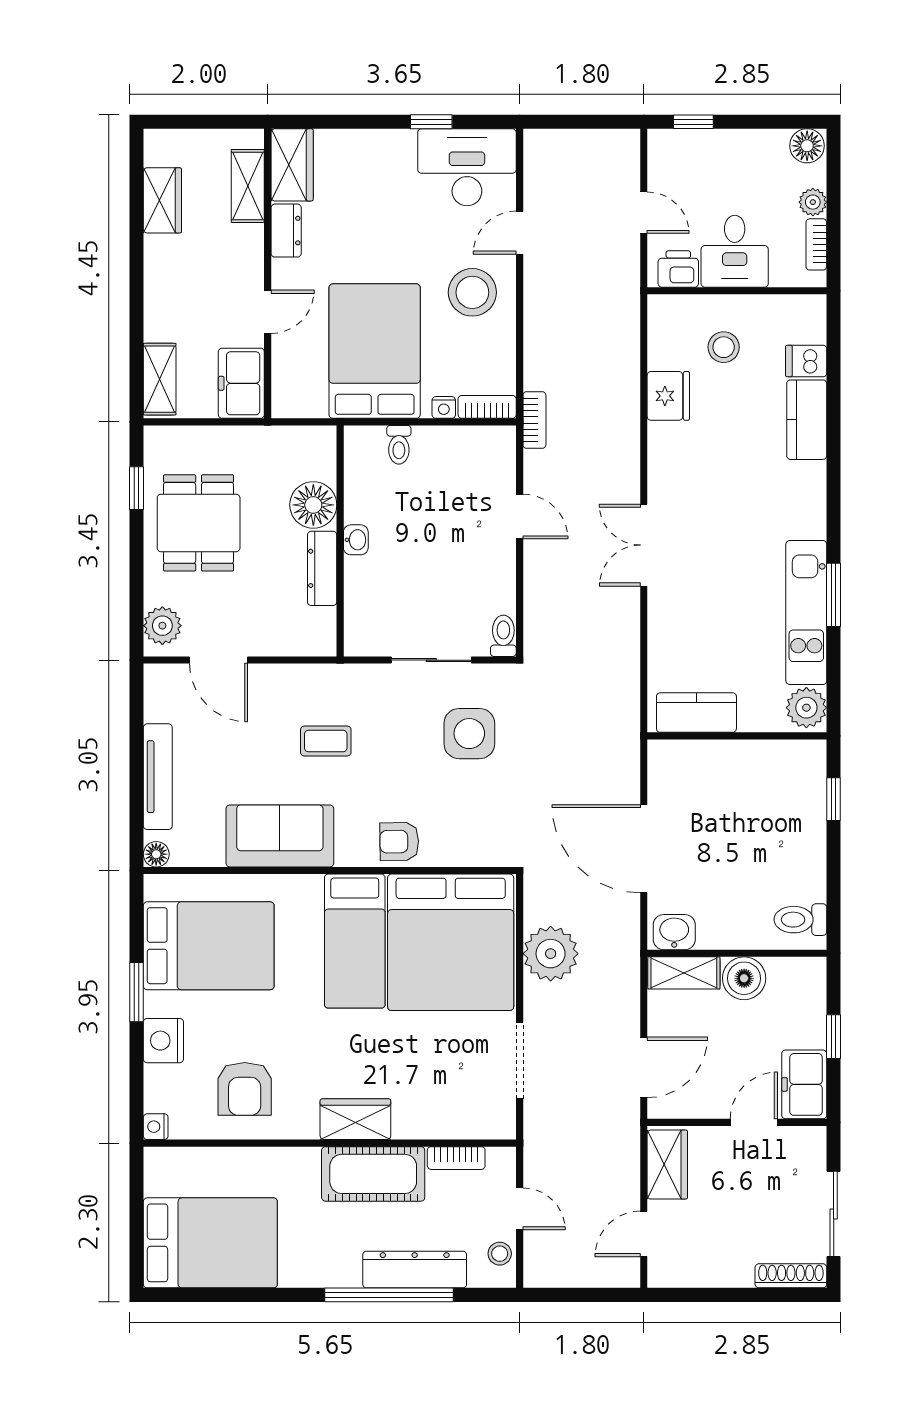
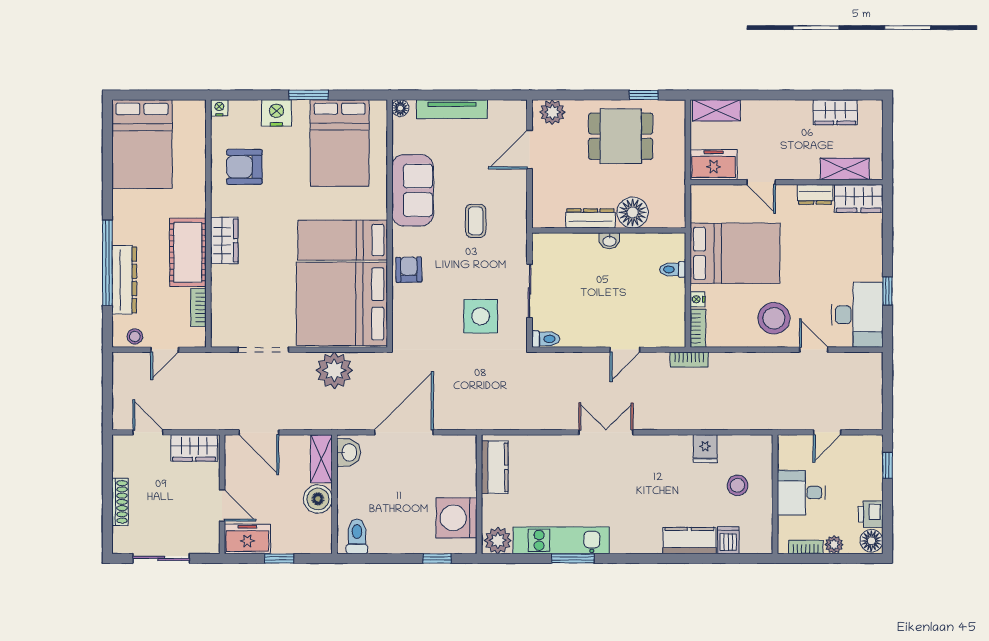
printer: (678, 269) -> (871, 514), moved, turned 180
fridge: (668, 396) -> (705, 449), width x0.72
washing machine: (772, 770) -> (456, 518), added
shoe rack: (791, 1276) -> (120, 502), moved

